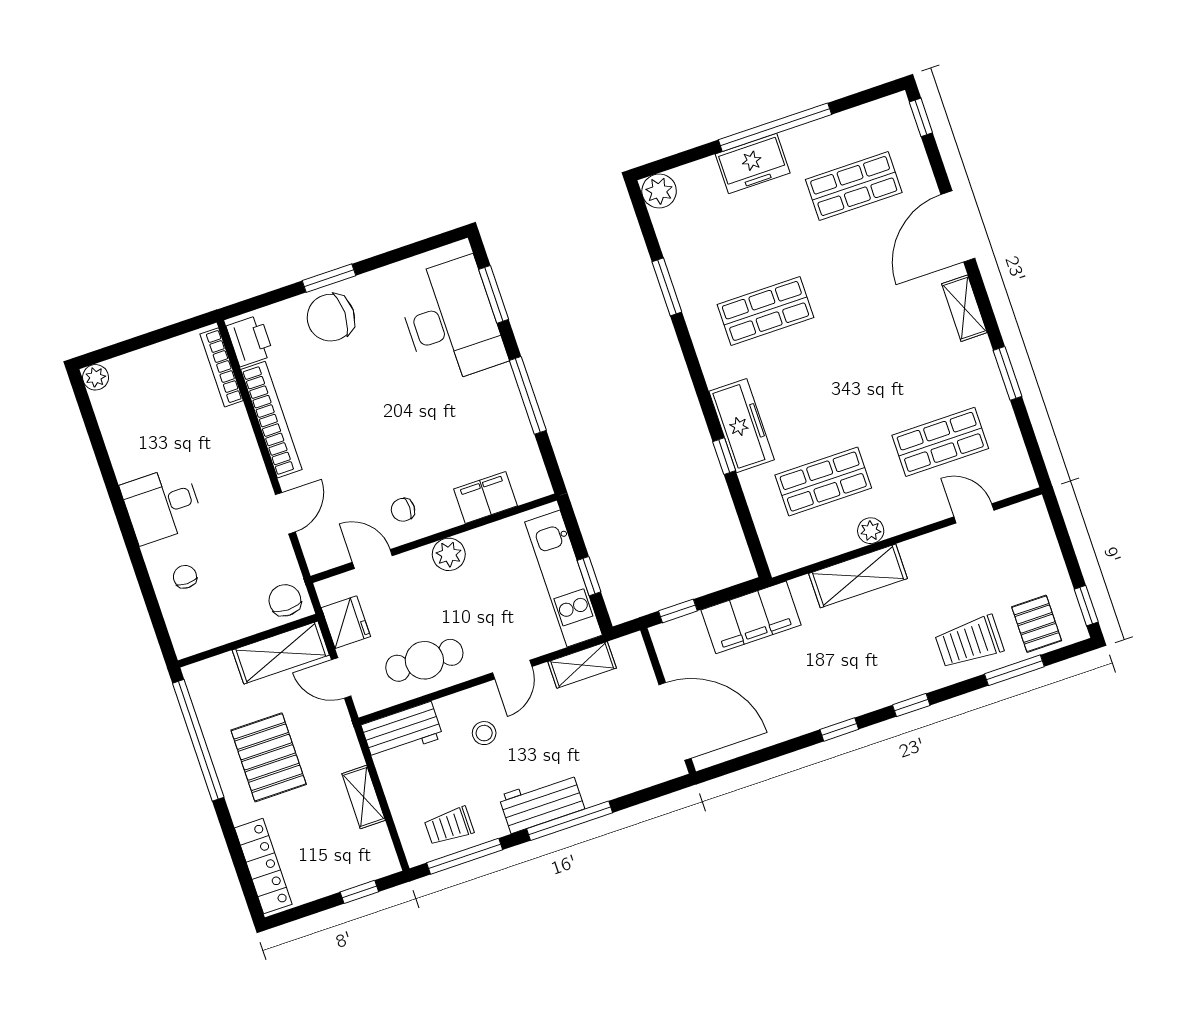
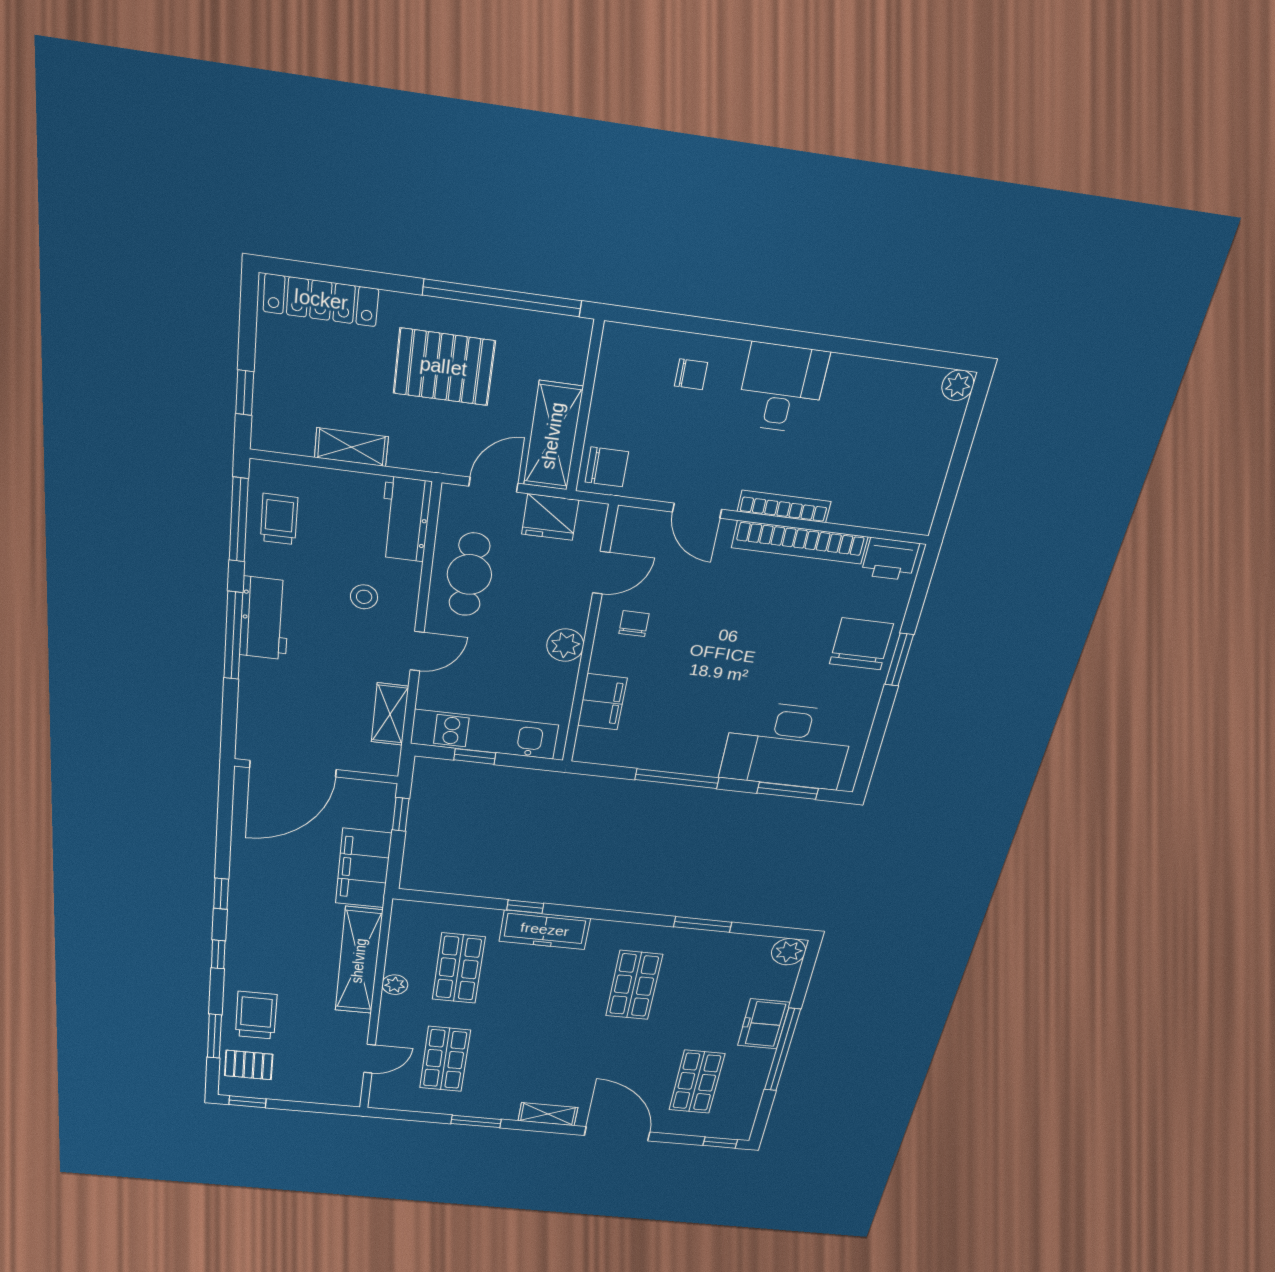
bookcase: (222, 367) -> (784, 506), moved
shelving: (858, 576) -> (359, 961), width x1.47
door: (512, 670) -> (417, 651), swing flipped

